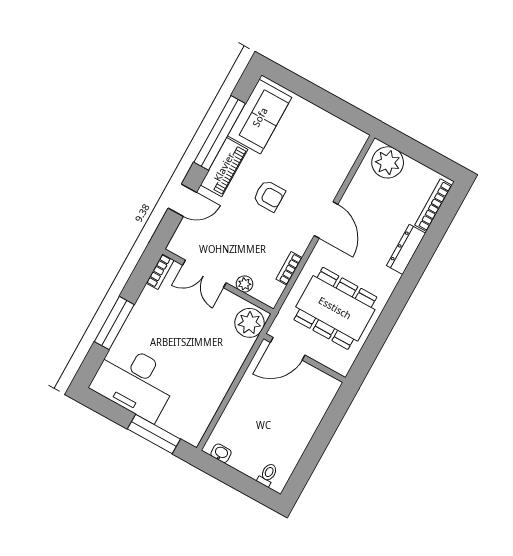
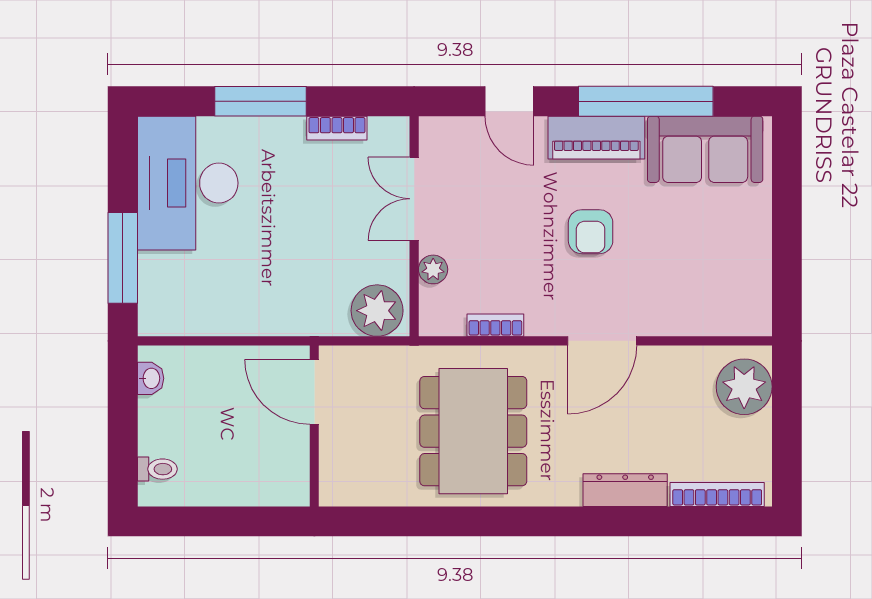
bookcase: (160, 272) -> (337, 128), moved
door: (288, 349) -> (314, 392), moved
wall: (304, 358) -> (314, 426), moved

